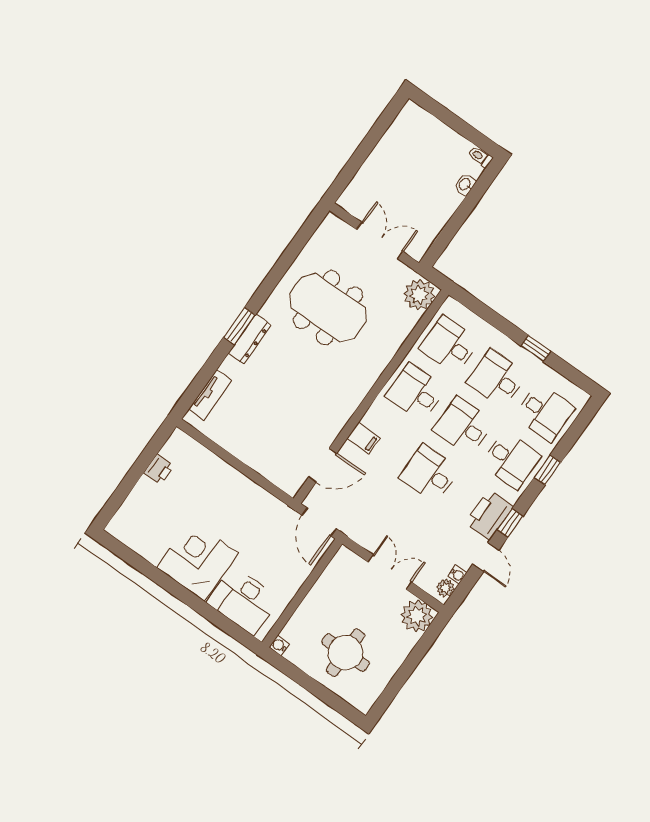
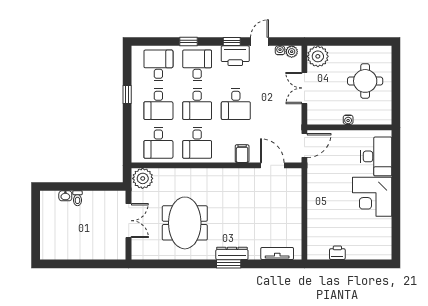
toilet: (480, 157) -> (77, 198), moved
double door: (380, 241) -> (129, 221), swing flipped
water cooler: (279, 645) -> (348, 120), moved

